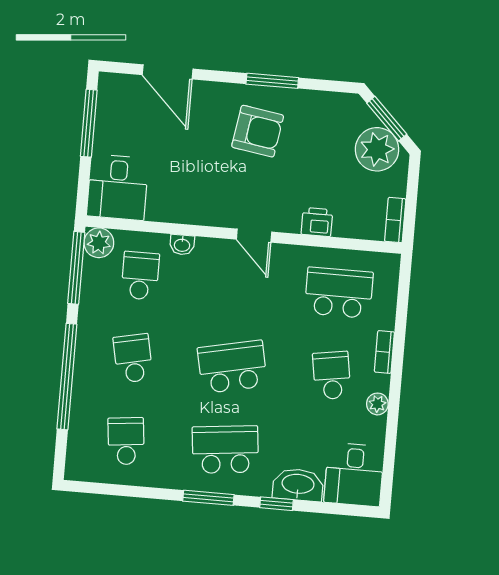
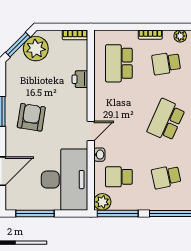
desk: (118, 187) -> (65, 180), width x1.87, depth x1.30
door: (254, 236) -> (91, 131), moved
school desk: (232, 367) -> (166, 120), turned 36

